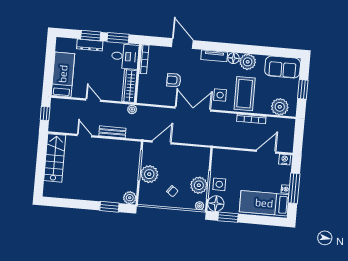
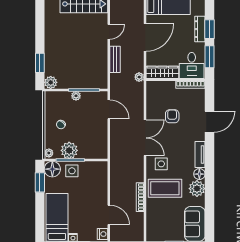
door: (93, 100) -> (145, 37), width x1.88
plant: (280, 107) -> (155, 225), removed
plant: (149, 174) -> (76, 96), width x0.53, depth x0.53

